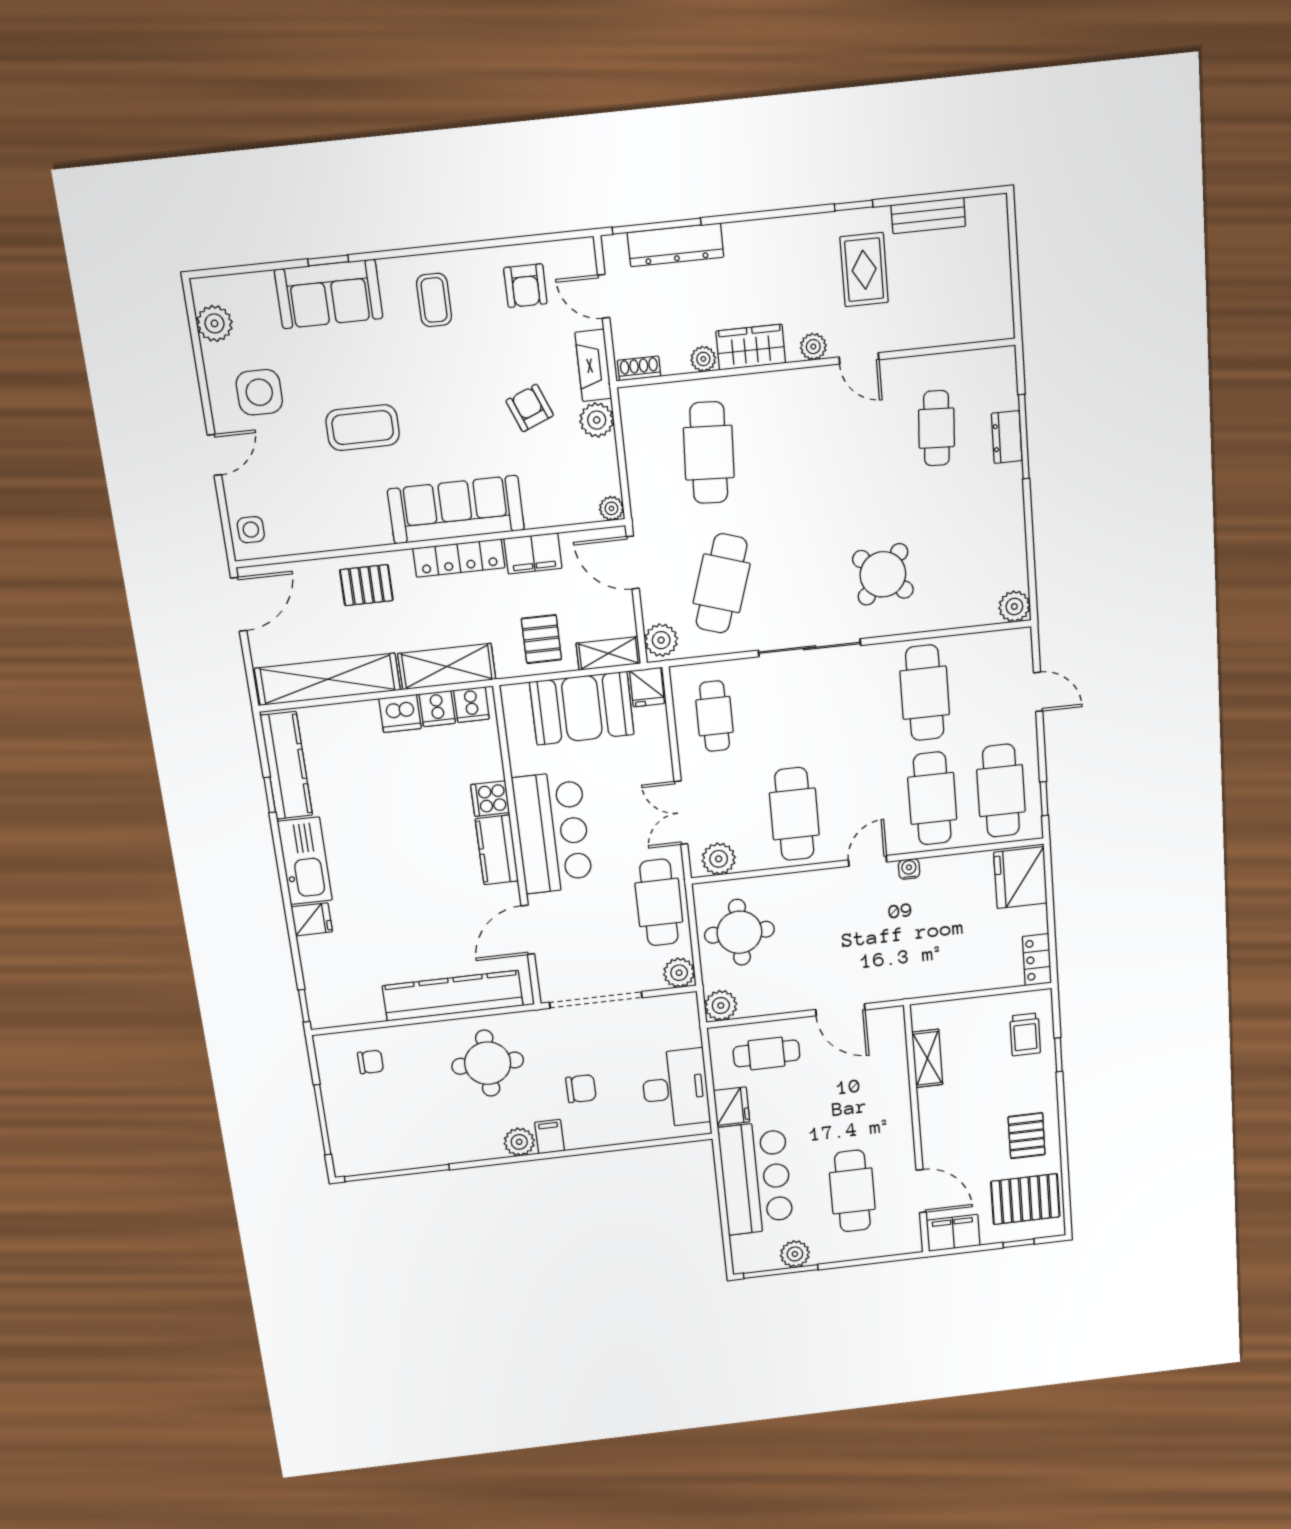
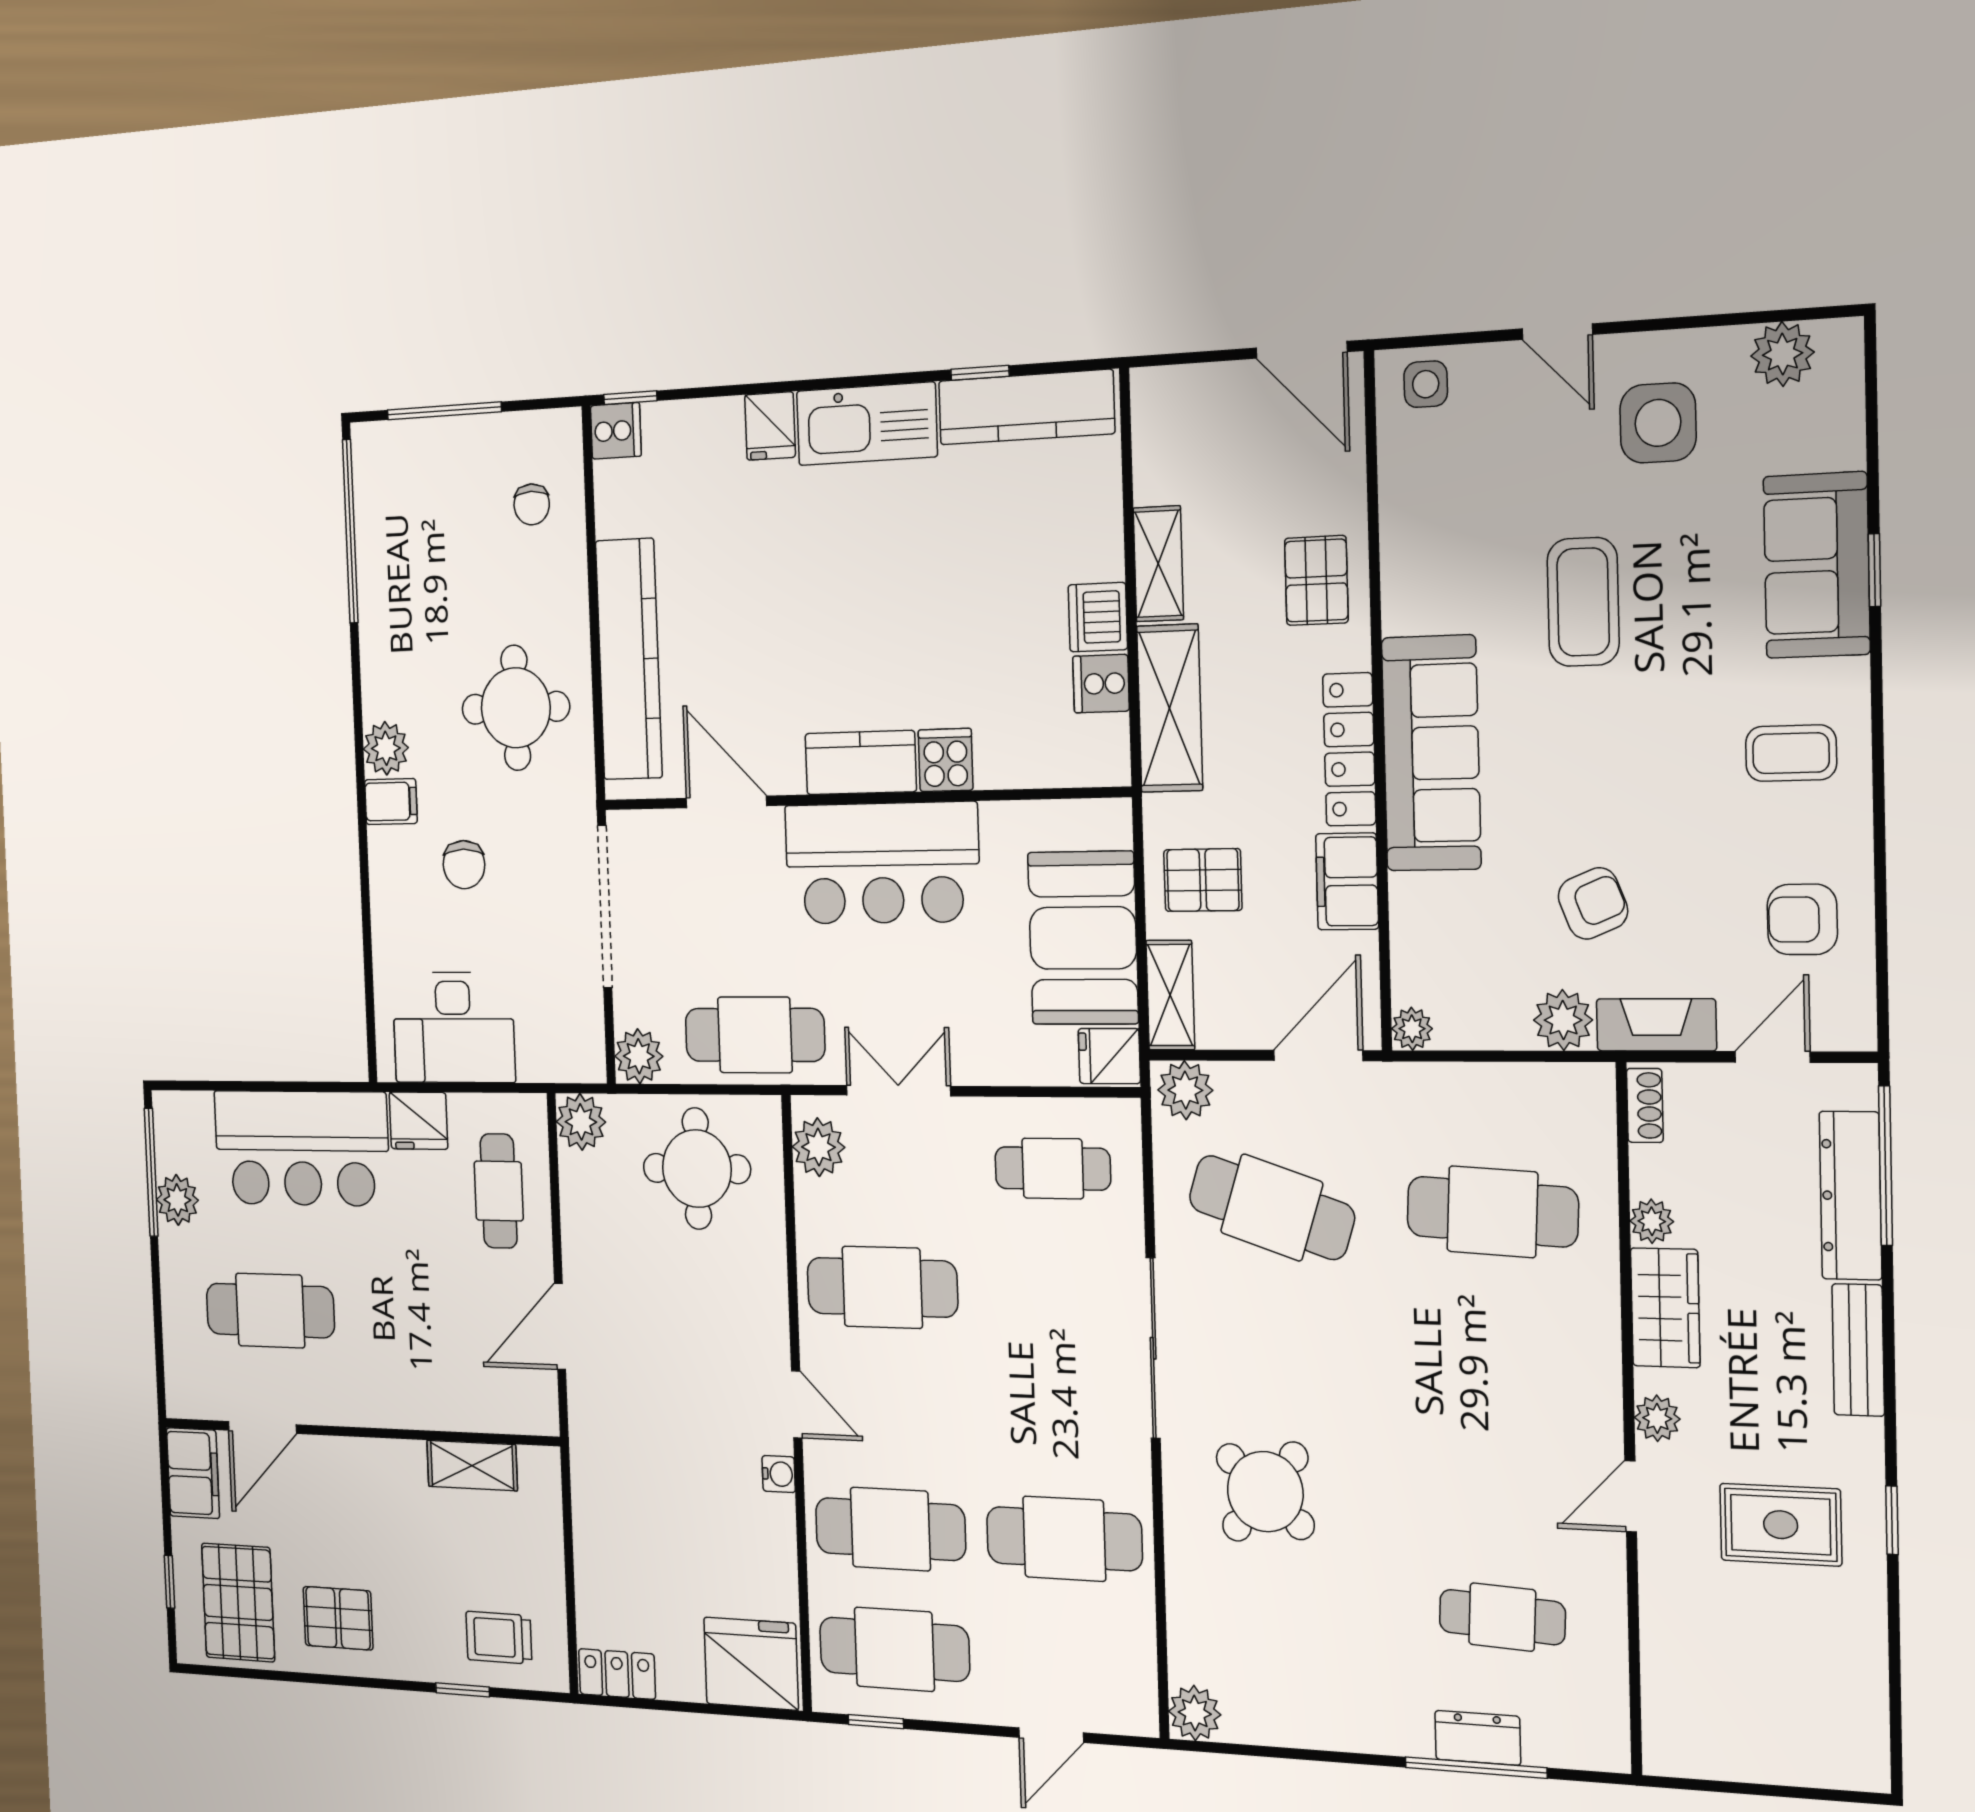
bench: (928, 216) -> (1858, 1350), moved
shelving: (327, 679) -> (1158, 564), width x0.45, depth x0.75
cooker: (471, 705) -> (616, 431), moved, turned 180

